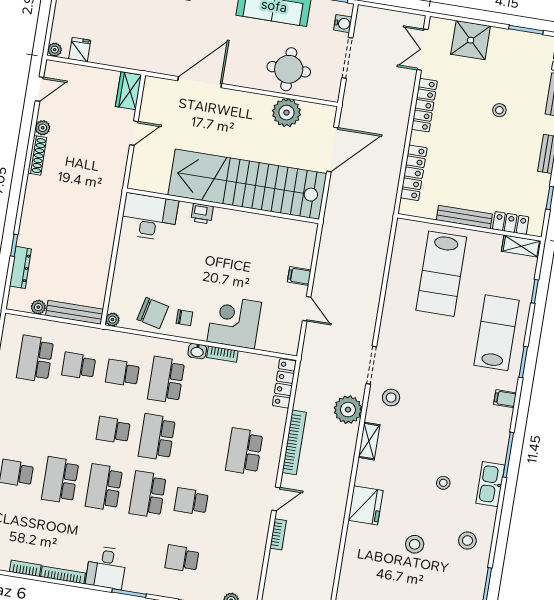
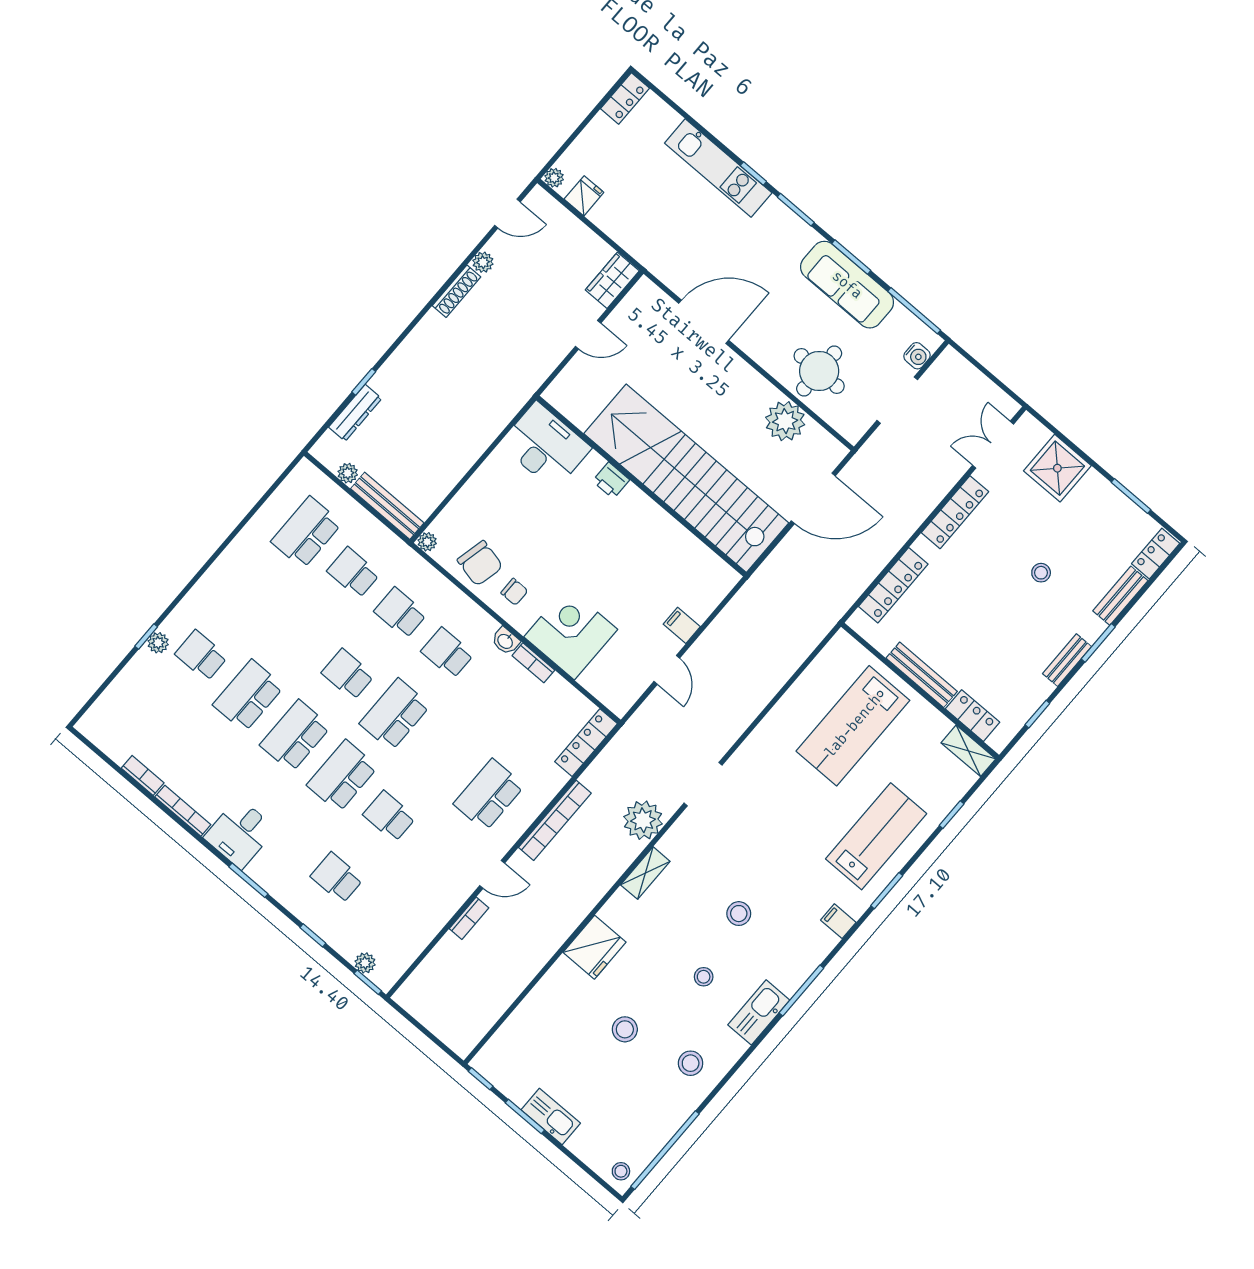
school desk: (166, 380) -> (447, 653), width x0.54
stool: (391, 398) -> (739, 914), moved

